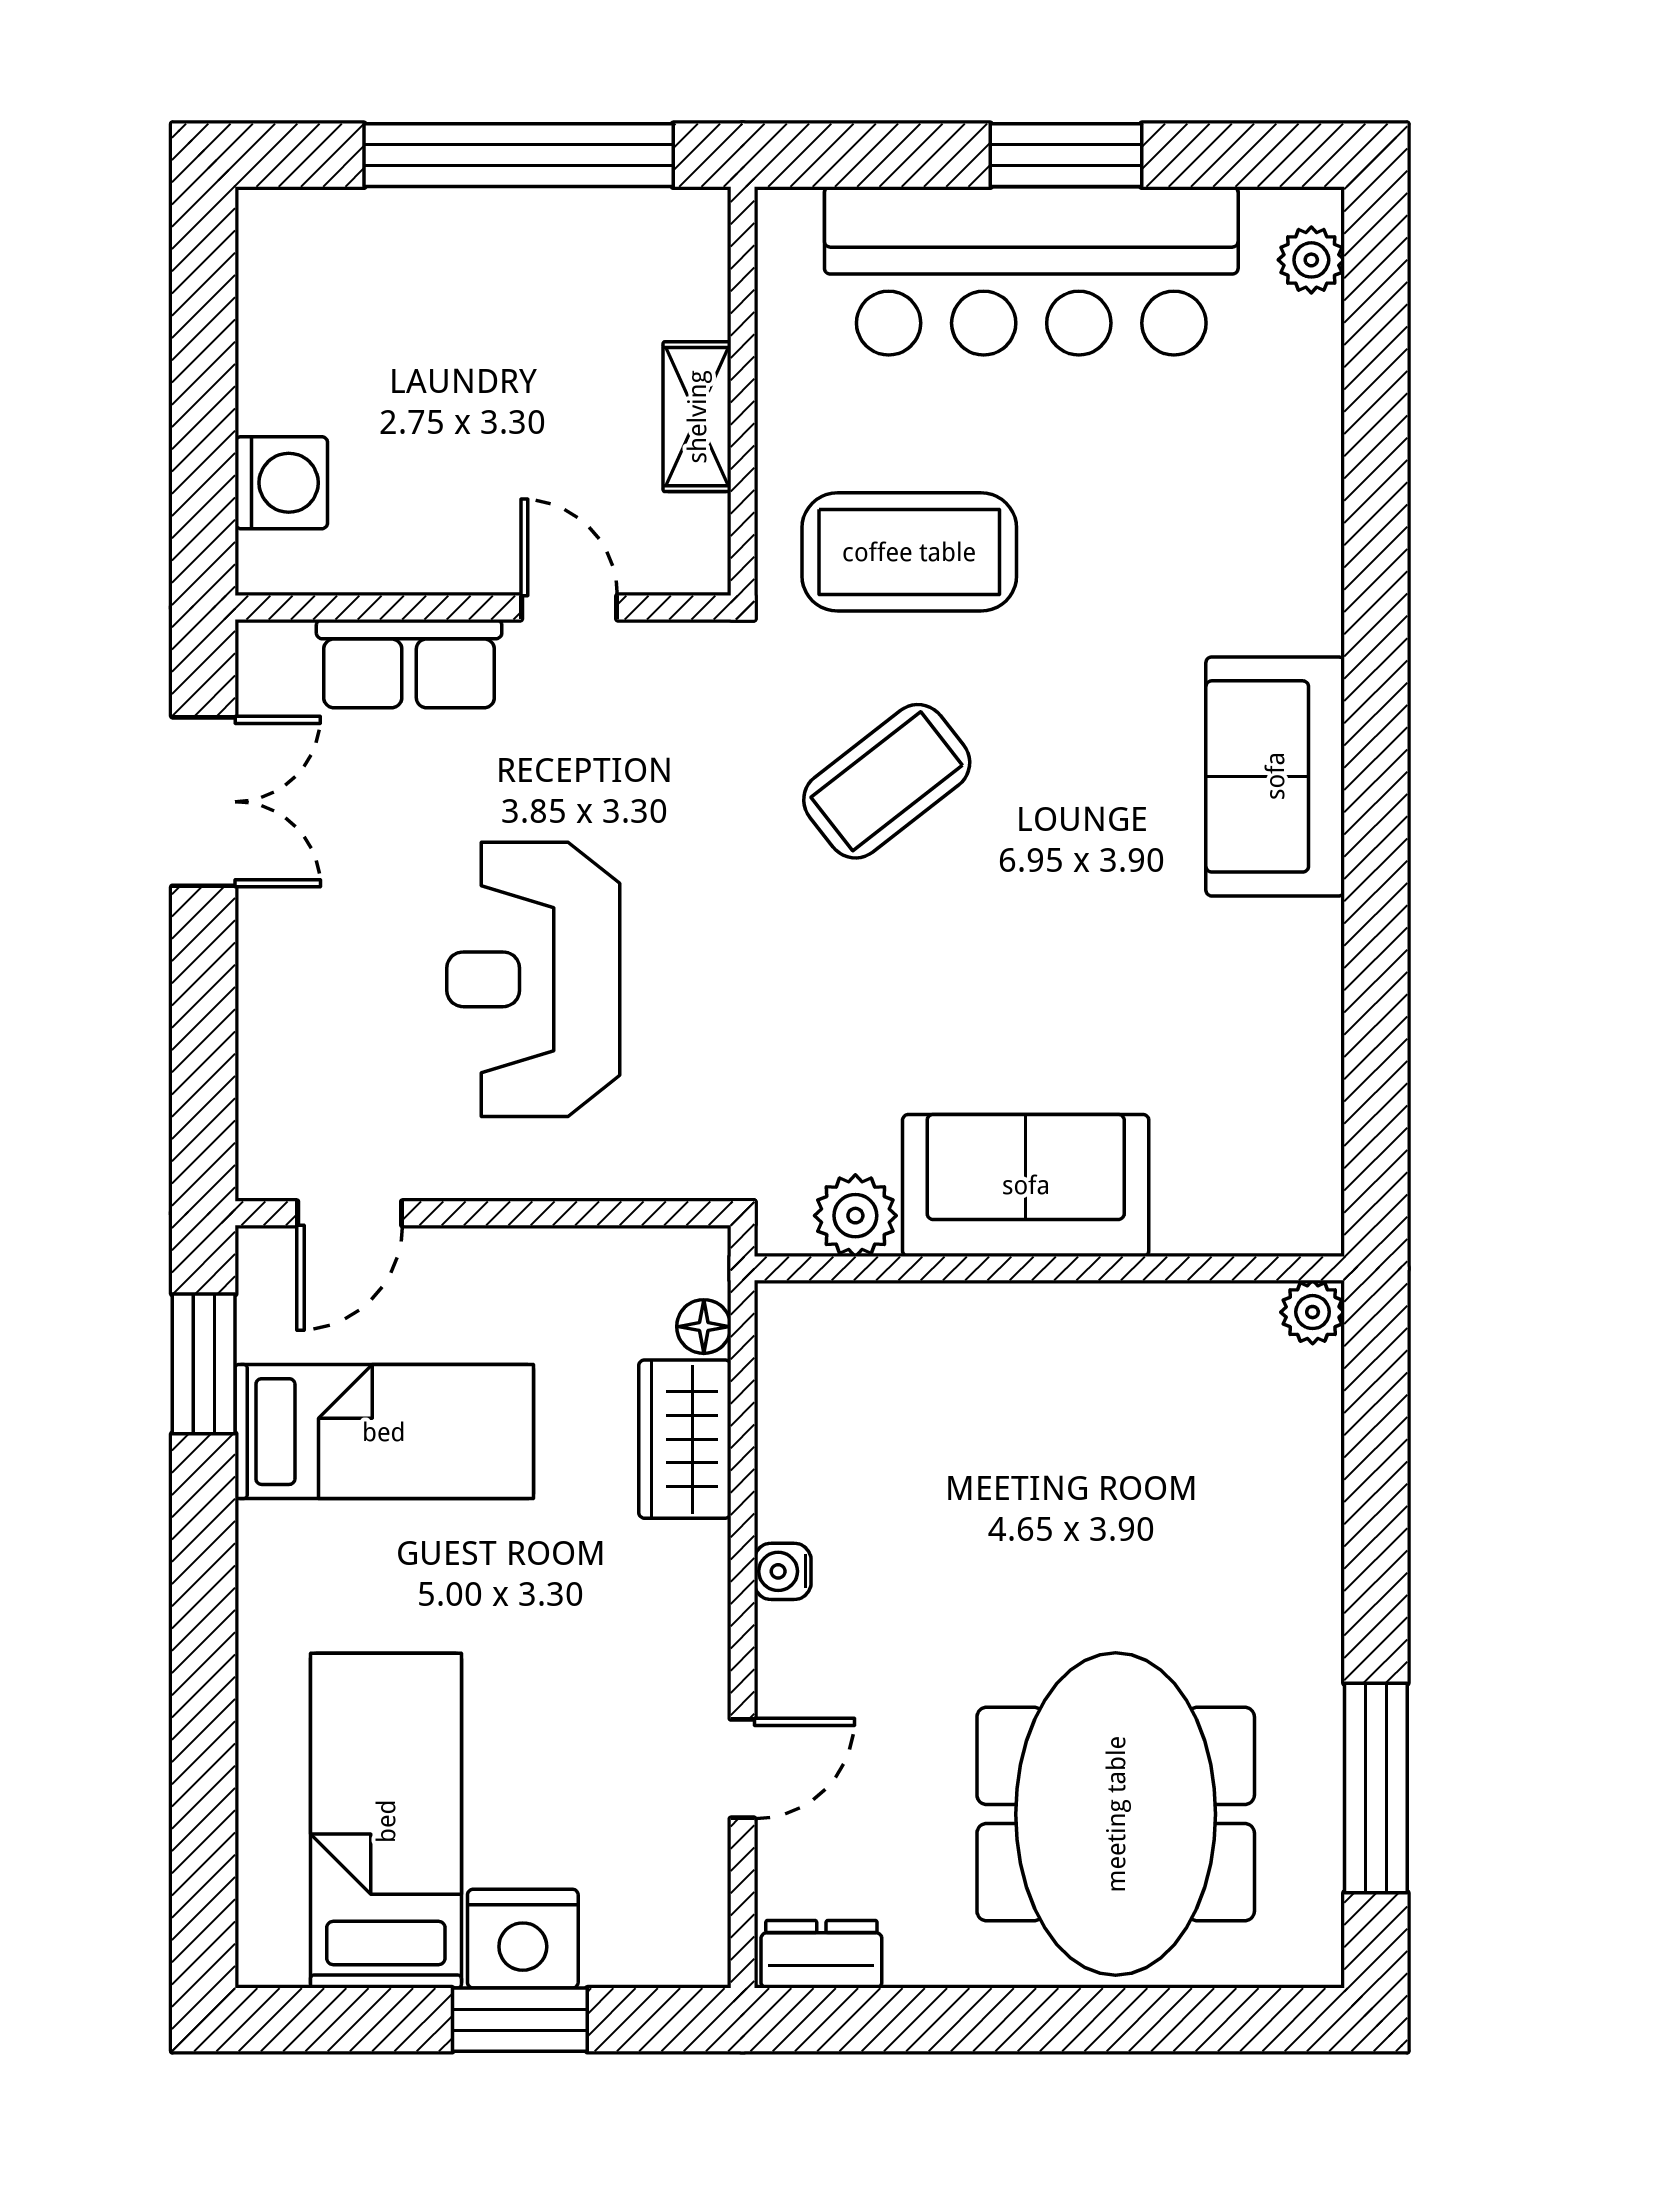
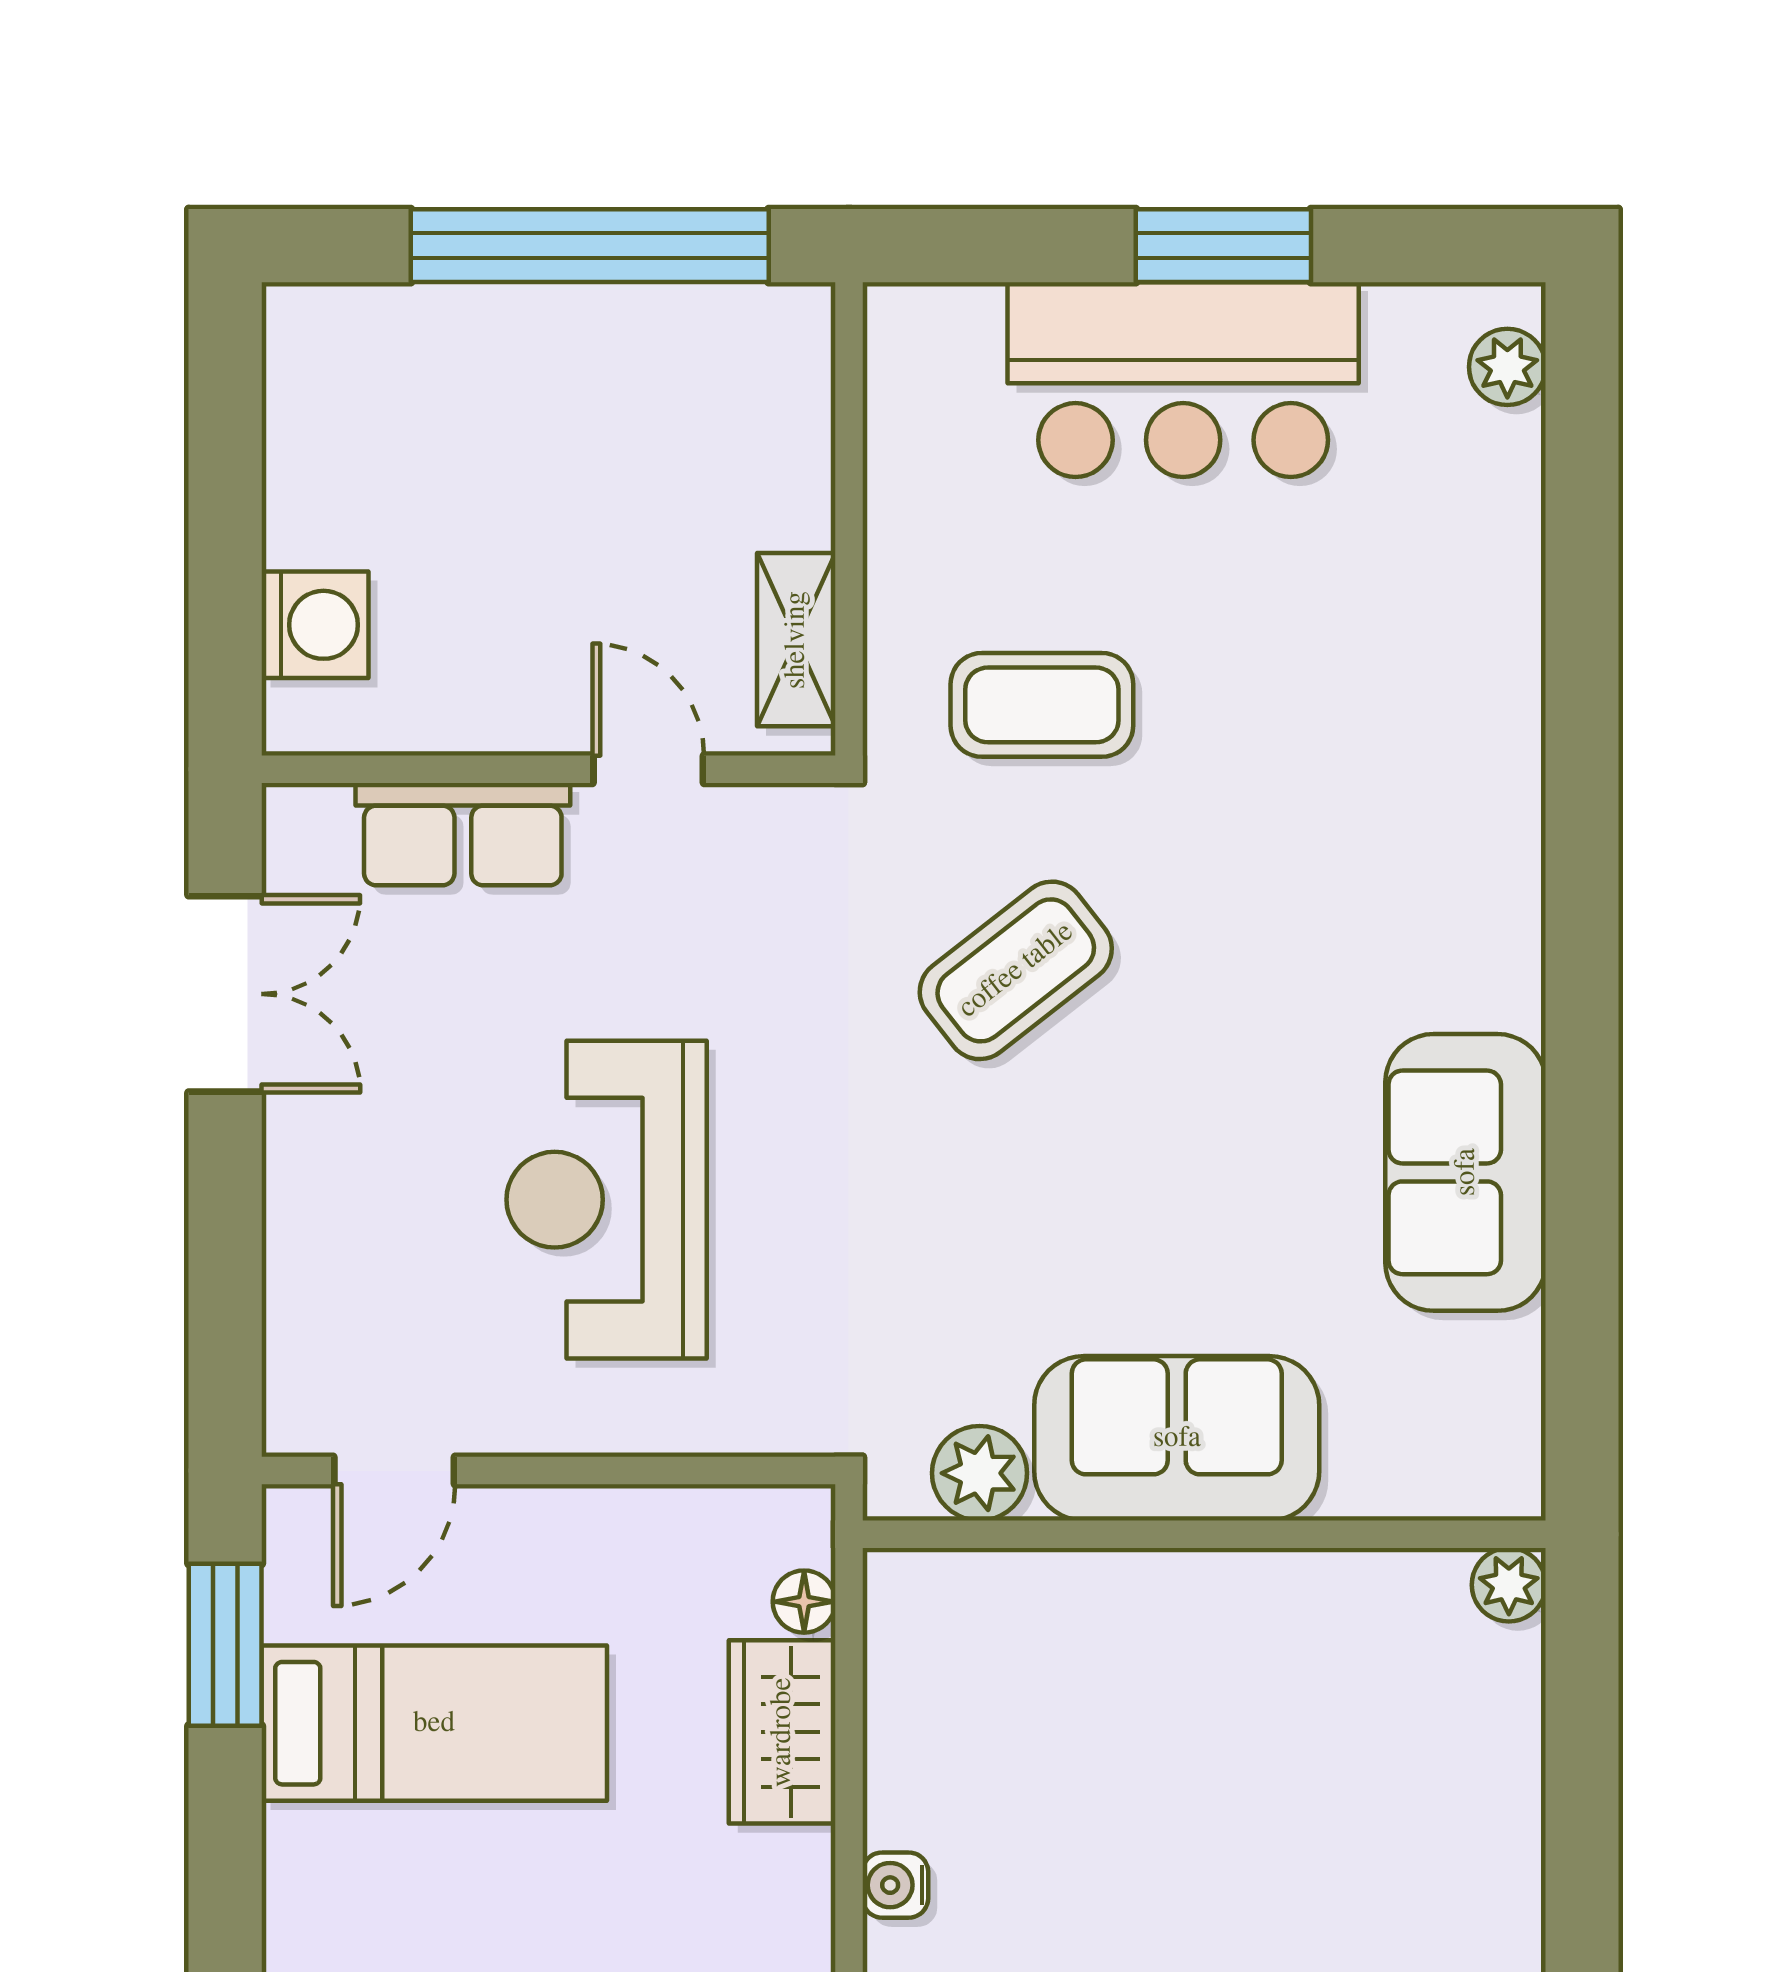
bar counter: (1031, 271) -> (1183, 380), width x0.73
shelving: (697, 417) -> (796, 640), moved
coffee table: (909, 552) -> (1042, 705), width x0.73, depth x0.76
sofa: (1275, 776) -> (1466, 1172), moved

